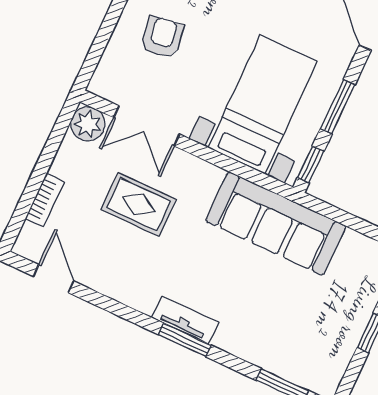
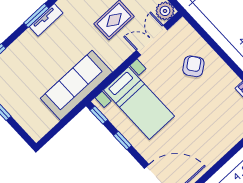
armchair: (162, 37) -> (193, 66), turned -118
window: (338, 107) -> (123, 140), width x0.67

